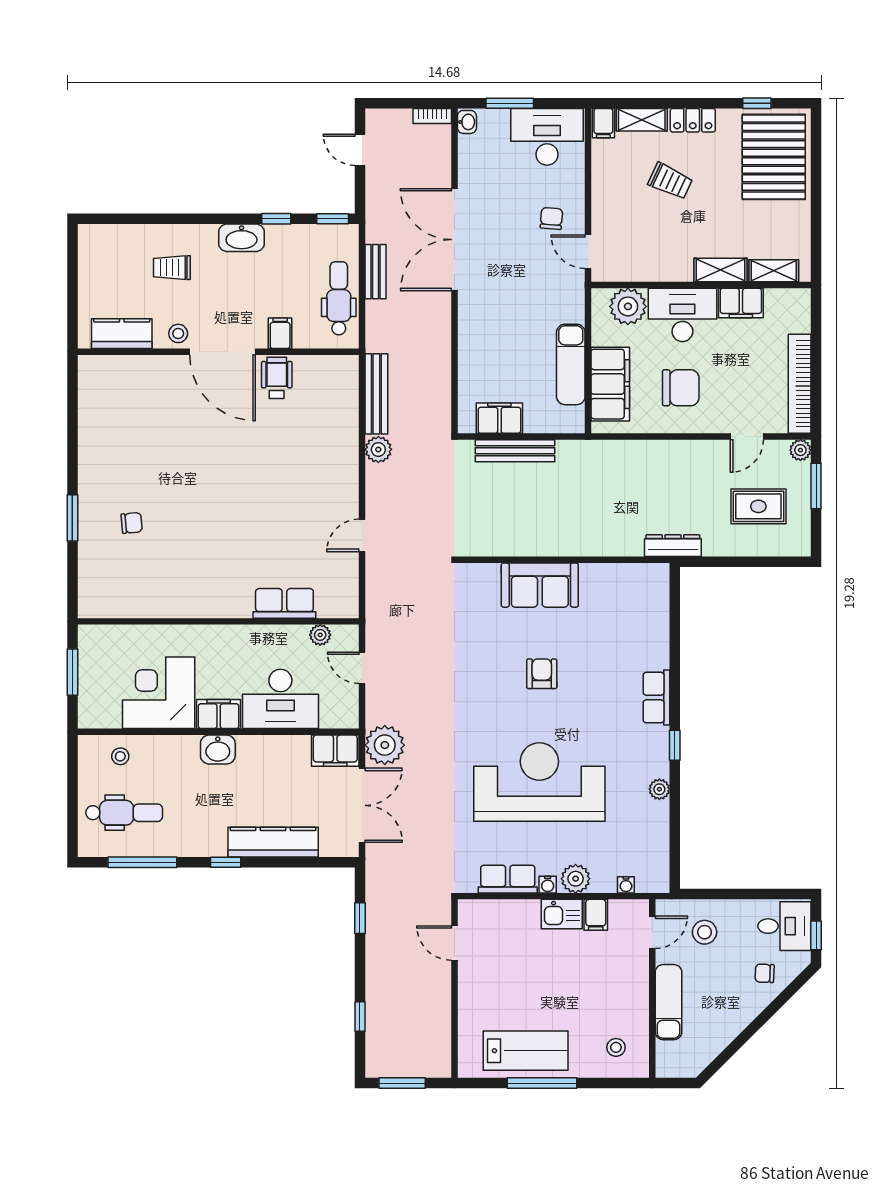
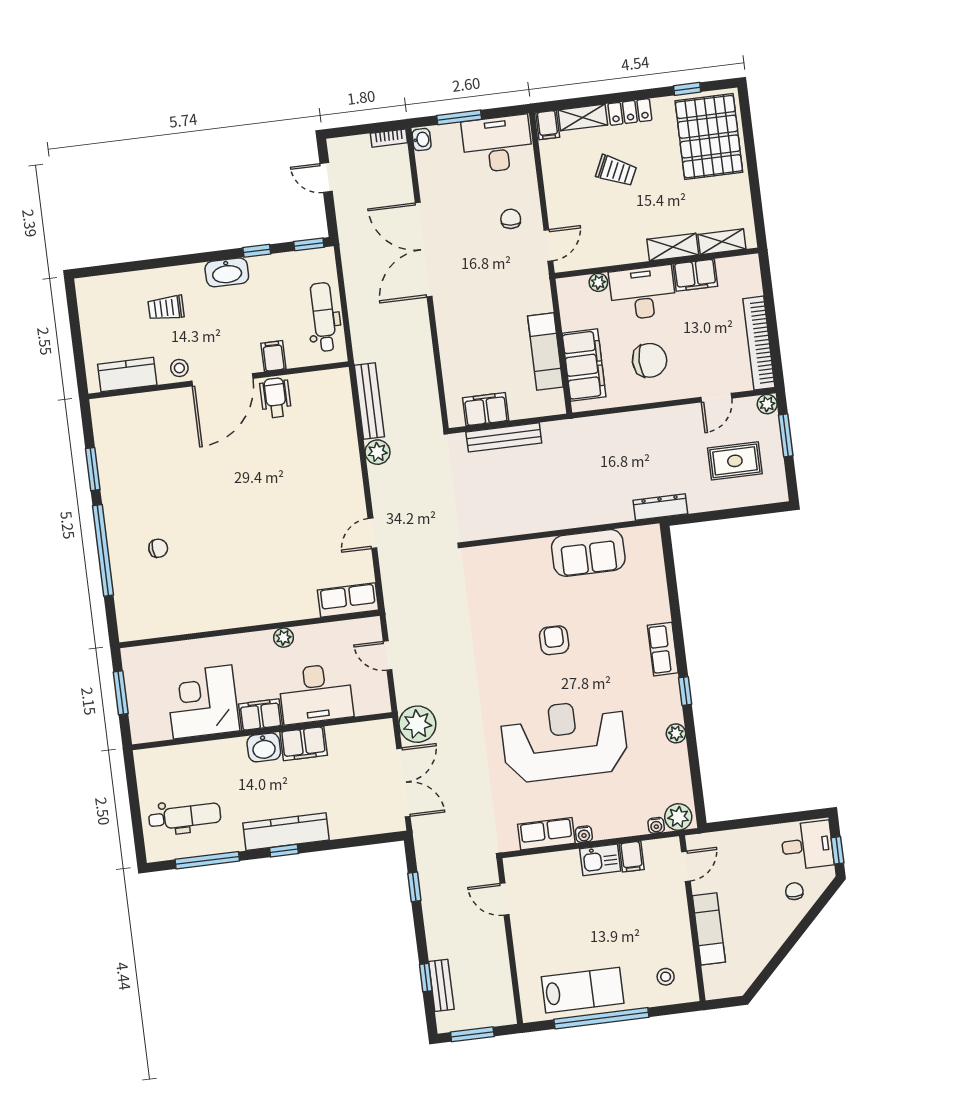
door: (588, 252) -> (548, 245), swing flipped
bench: (376, 272) -> (441, 985), moved
plant: (628, 306) -> (598, 282), width x0.53, depth x0.53
door: (222, 352) -> (222, 380), hinge flipped
window: (72, 430) -> (93, 469), added
window: (72, 518) -> (103, 550), width x2.11
sofa: (540, 585) -> (588, 553), moved
row of seats: (284, 603) -> (348, 600), moved
plant: (320, 635) -> (284, 638), moved
filing cabinet: (335, 751) -> (304, 744), moved
stool: (120, 756) -> (175, 765), removed
kitchen counter: (273, 842) -> (286, 832), moved
plant: (576, 879) -> (678, 817), moved
stool: (705, 932) -> (734, 860), removed
chair: (765, 973) -> (794, 891), turned 88
window: (542, 1083) -> (601, 1018), width x1.46

